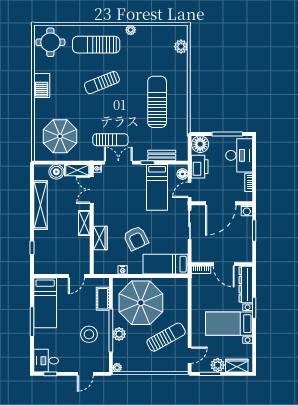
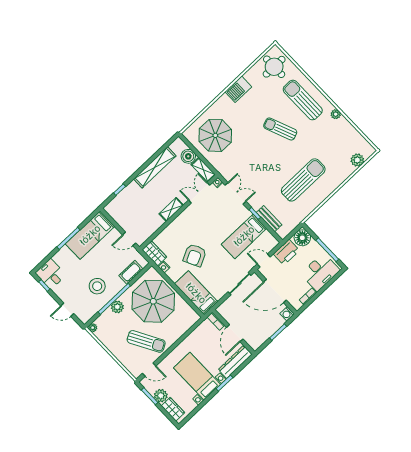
sun lounger: (110, 140) -> (246, 173), removed
floor lamp: (182, 174) -> (270, 245), removed
wardrobe: (100, 238) -> (154, 253), moved, turned -90

